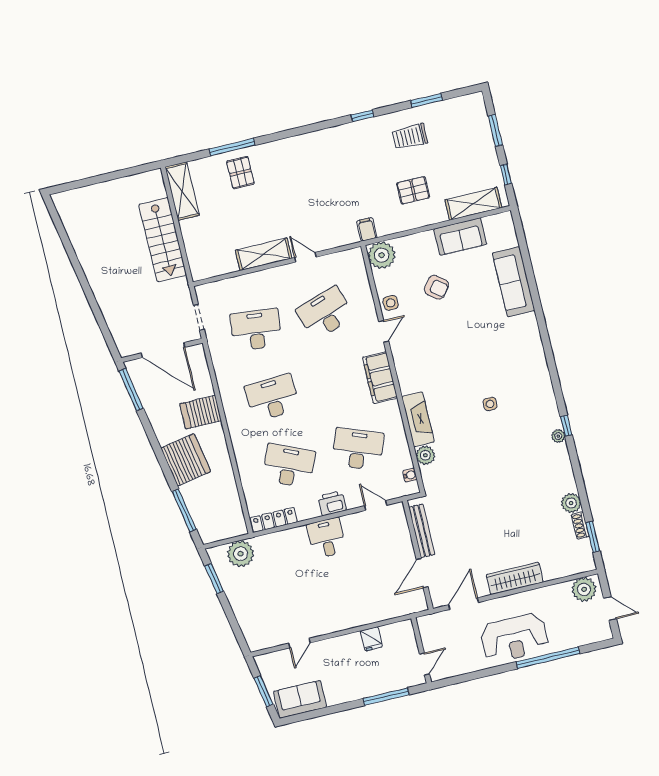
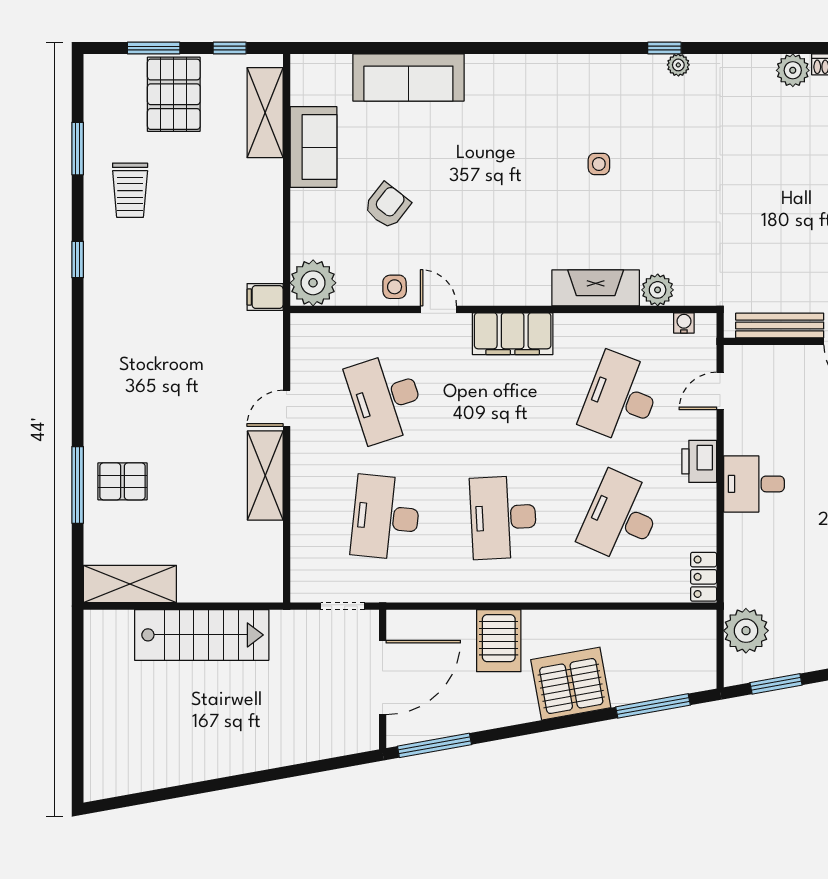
pallet: (413, 190) -> (174, 94), moved, width x1.50, depth x1.42
locker: (274, 520) -> (704, 577), width x0.66

